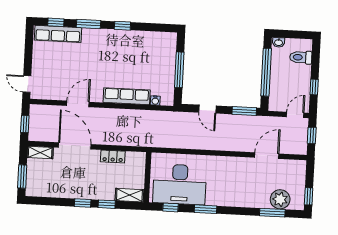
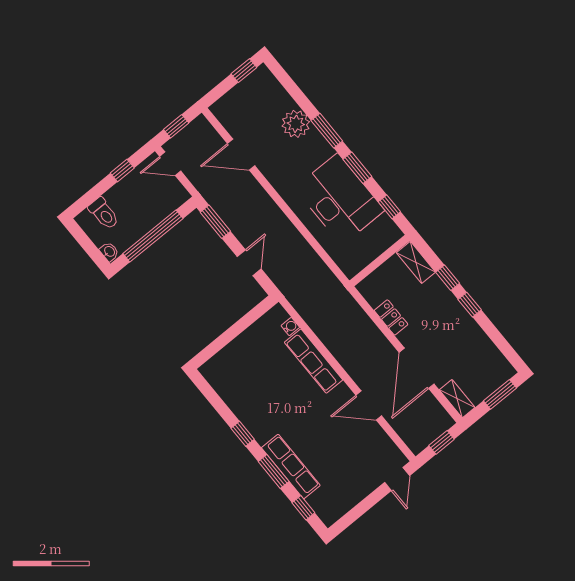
row of seats: (58, 34) -> (291, 467), moved
window: (179, 70) -> (235, 331), removed
desk: (180, 184) -> (339, 199), moved
plant: (280, 199) -> (296, 124), moved
window: (272, 213) -> (327, 131), moved

